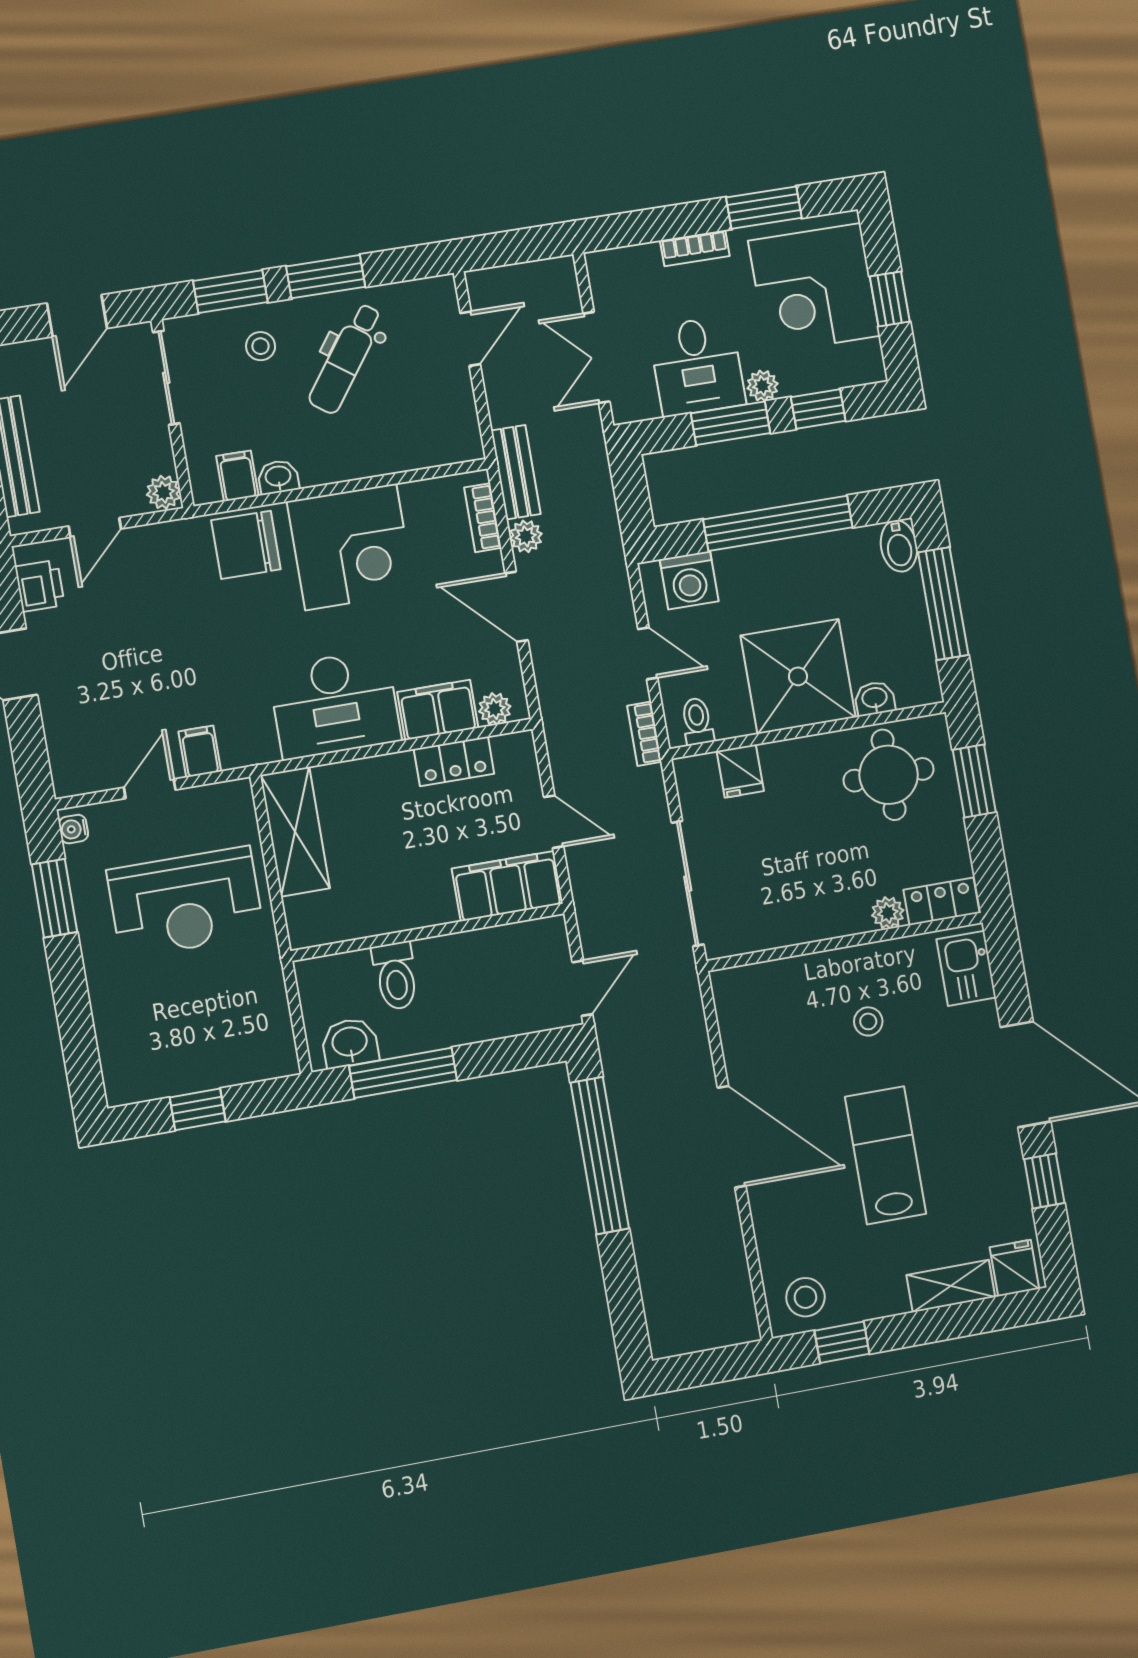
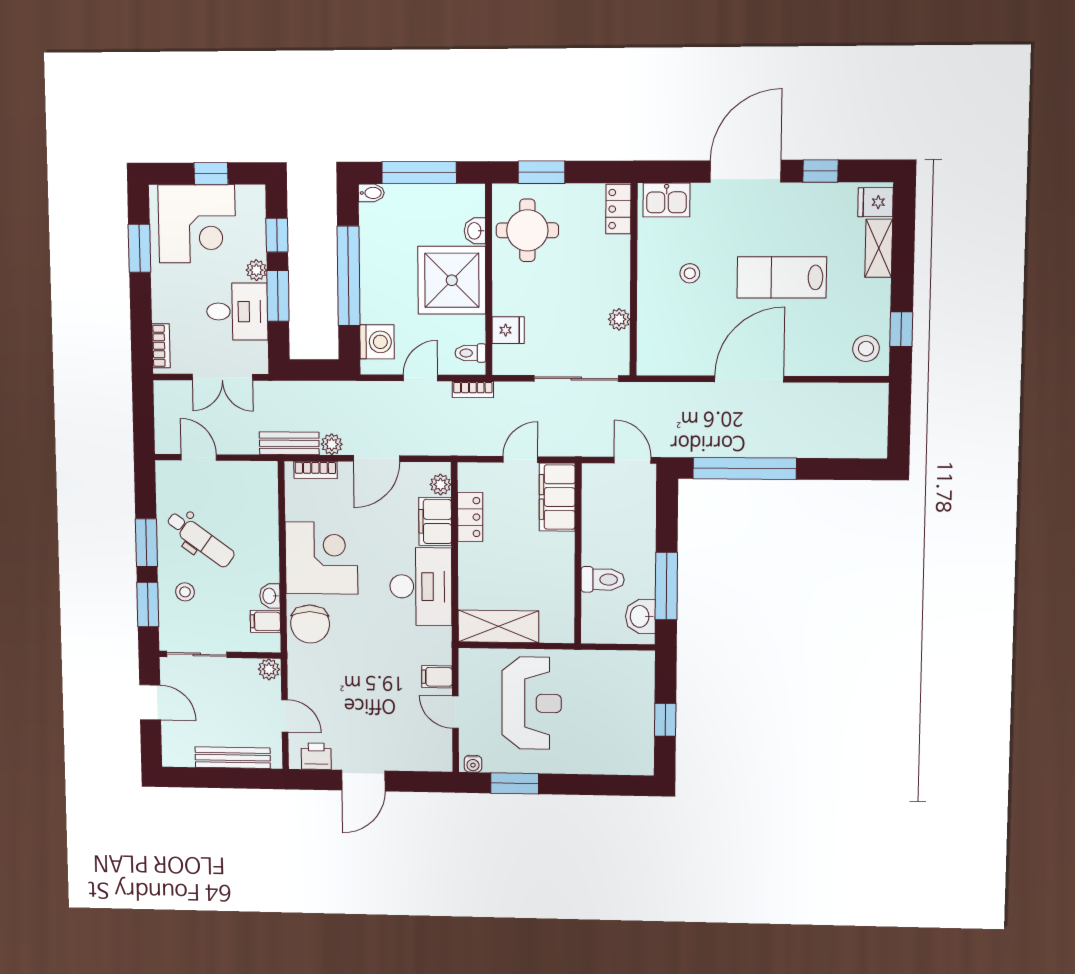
bookcase: (695, 248) -> (161, 346), moved
bidet: (899, 546) -> (371, 193), width x0.72, depth x0.74
plant: (888, 913) -> (619, 319), moved

